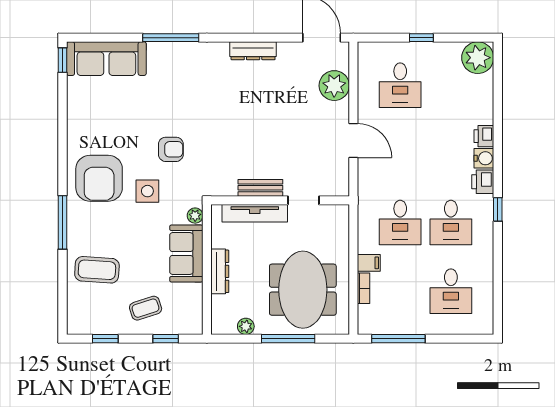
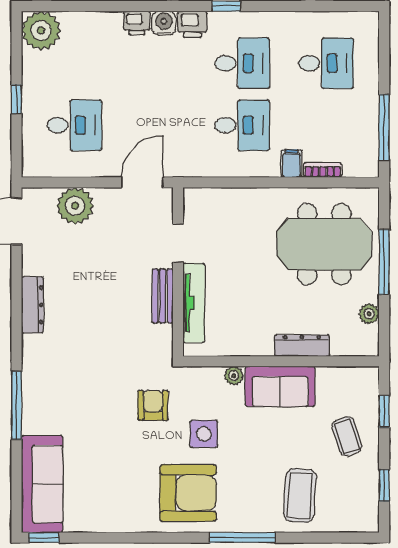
bench: (260, 188) -> (163, 296), moved
wall: (280, 200) -> (178, 272), moved
doorway: (304, 200) -> (178, 243), moved
tv unit: (255, 213) -> (194, 303), moved

